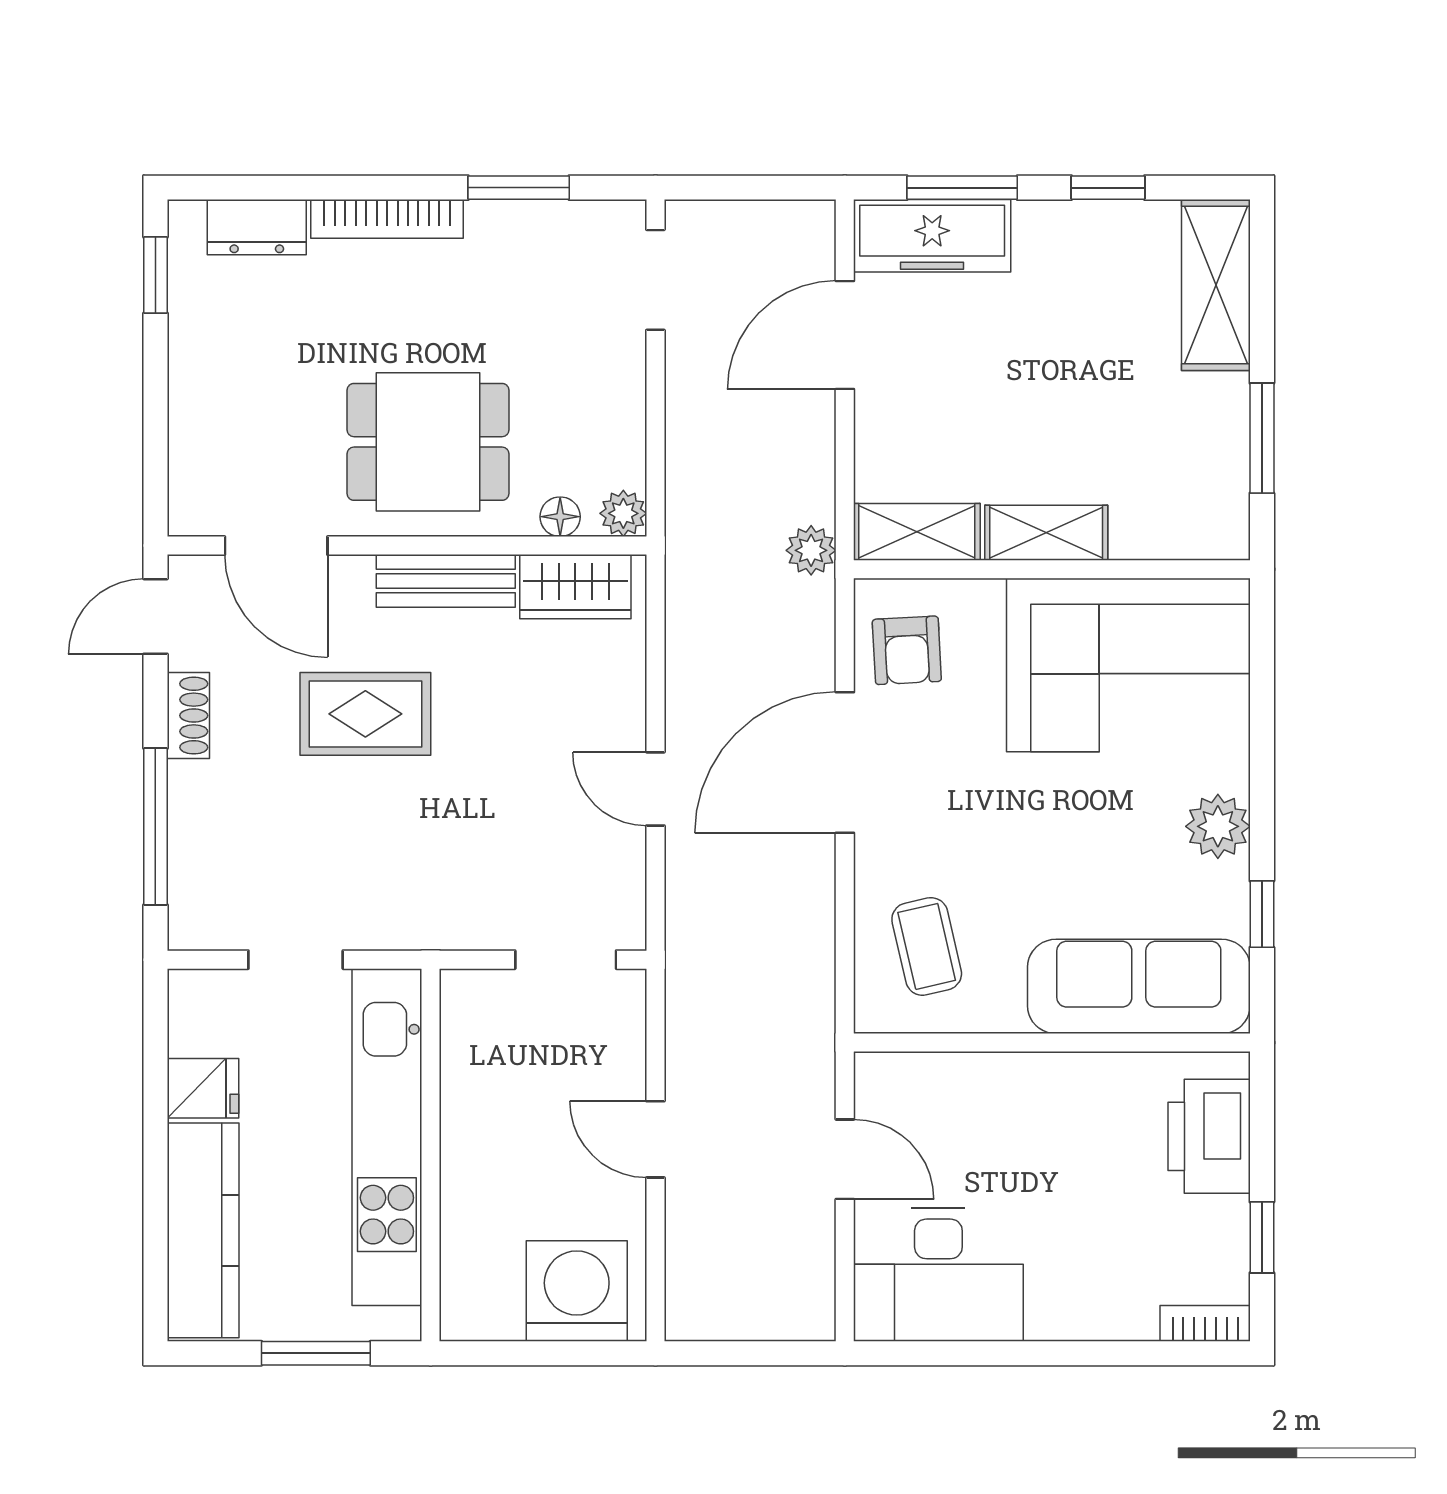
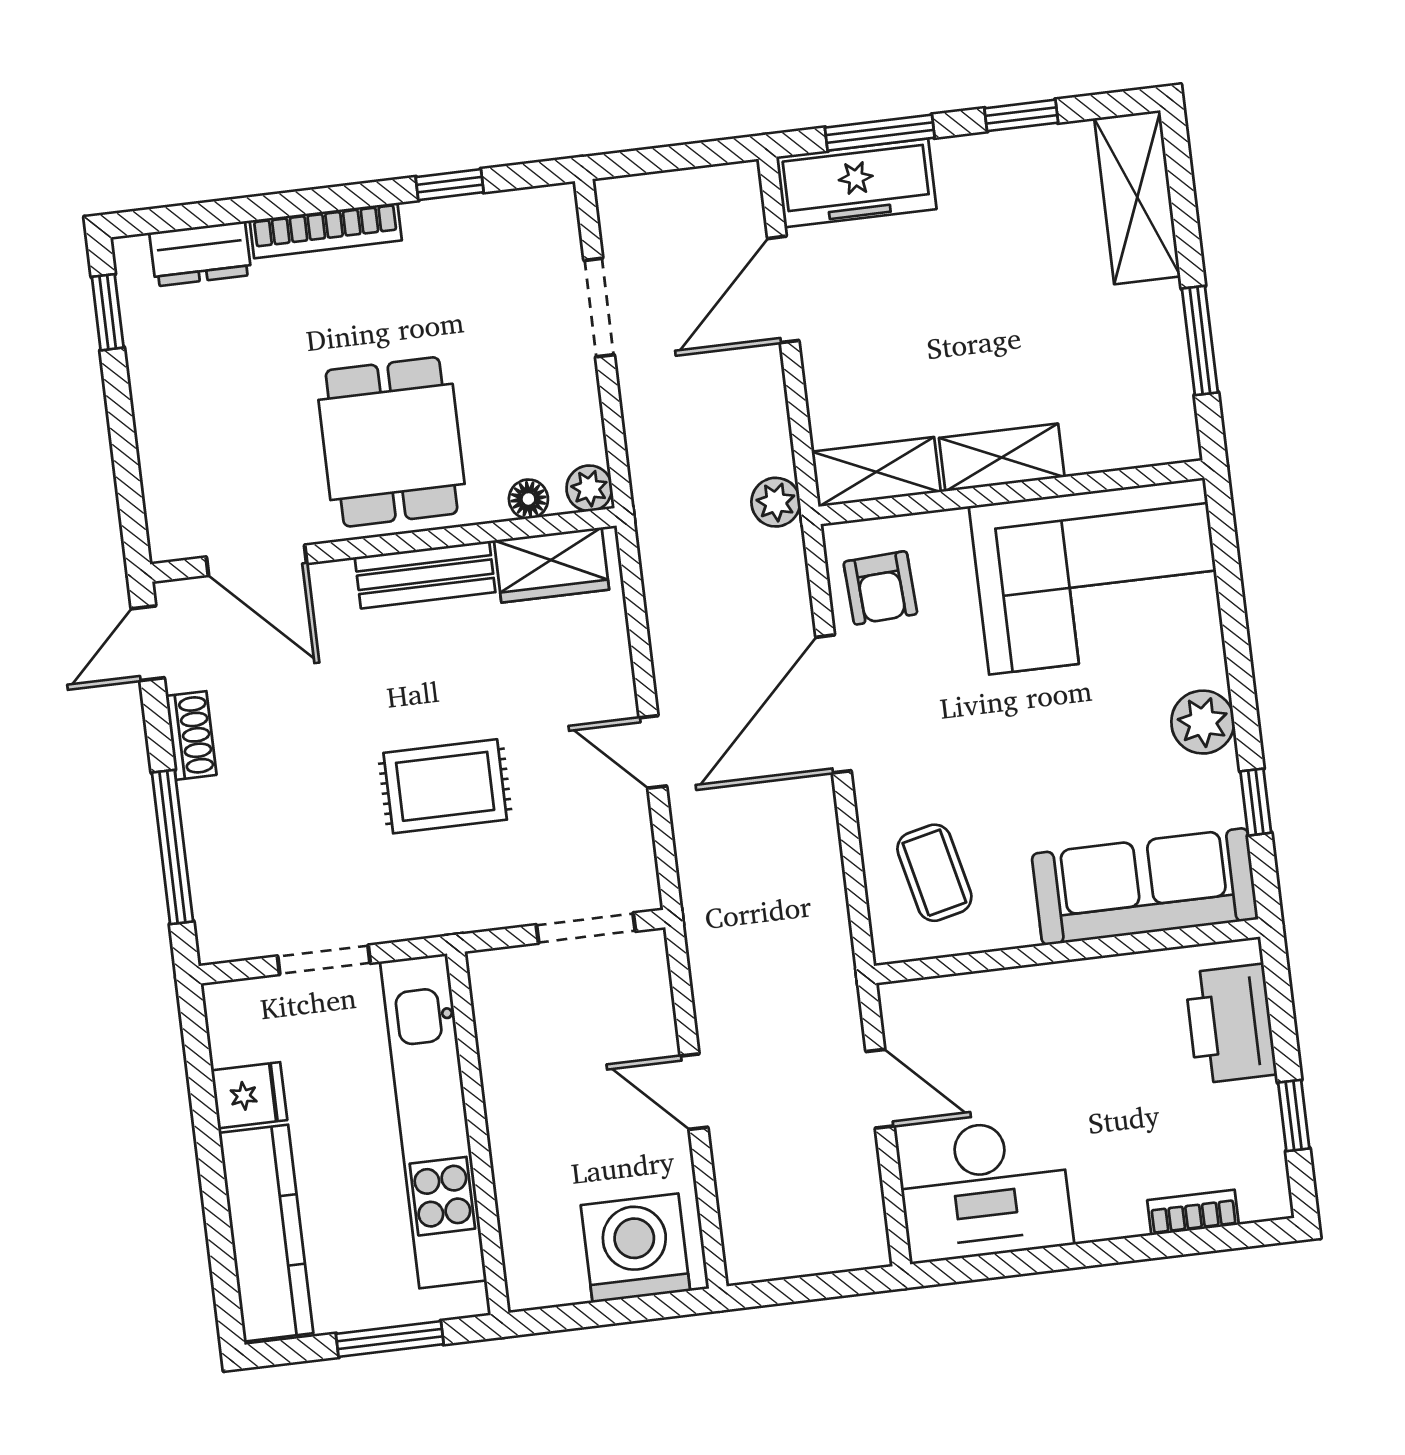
window: (519, 188) -> (450, 185), width x0.67
doorway: (655, 280) -> (599, 308), moved
dining table: (428, 442) -> (392, 442), turned 90
rug: (365, 714) -> (445, 786), moved
bookcase: (1205, 1323) -> (1193, 1212), moved

